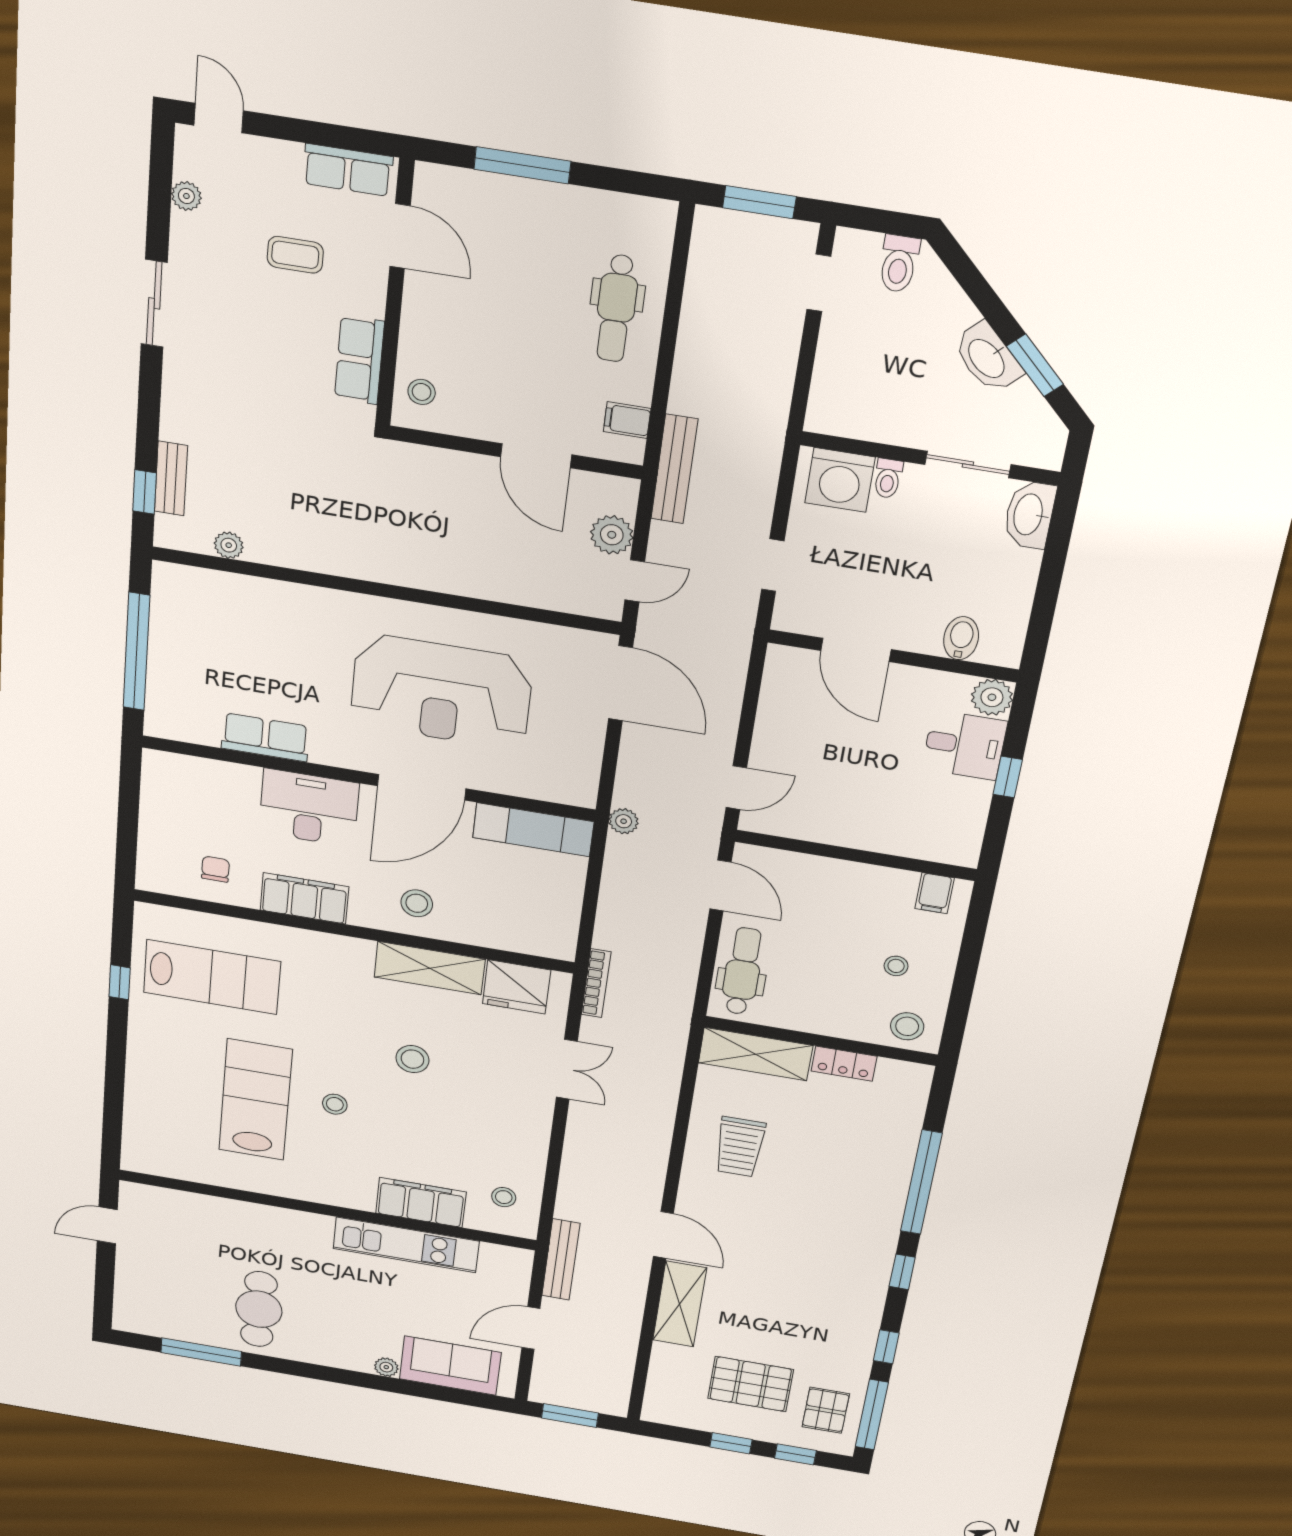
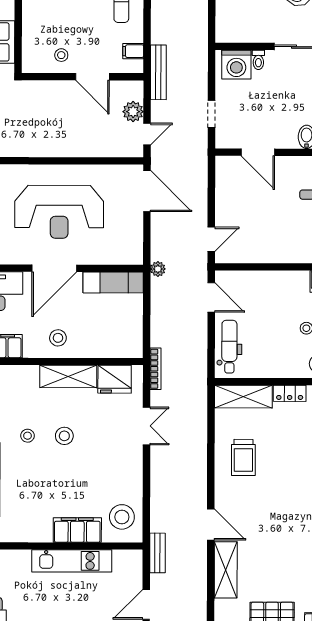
stool: (422, 392) -> (61, 55), moved
stool: (335, 1104) -> (28, 436), moved
stool: (504, 1197) -> (122, 517), width x1.89, depth x1.89
bench: (561, 1259) -> (157, 553), width x0.73

